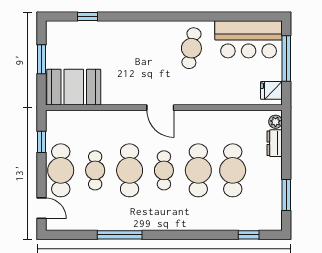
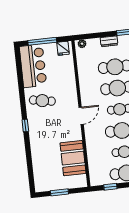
window: (88, 17) -> (25, 125), moved
booth: (74, 87) -> (73, 158), moved
dresser: (275, 143) -> (109, 41), moved

